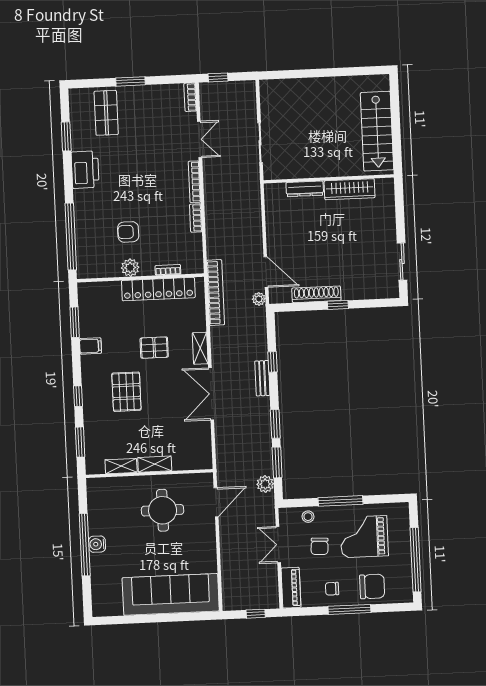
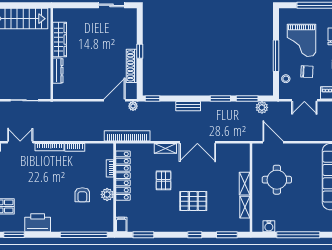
filing cabinet: (91, 346) -> (121, 225), moved
window: (273, 362) -> (152, 99), moved
water cooler: (97, 544) -> (269, 226), moved

